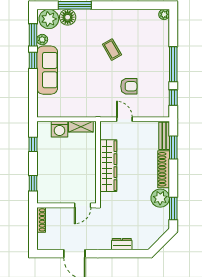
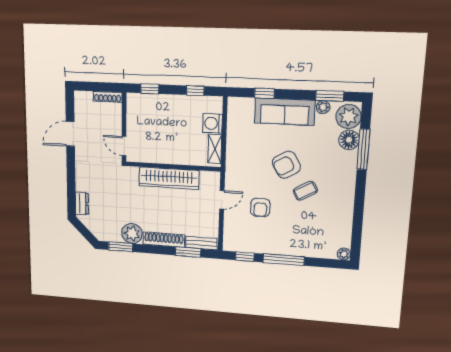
window: (33, 60) -> (264, 93), moved
armchair: (91, 66) -> (286, 165), added
dresser: (122, 244) -> (82, 203), moved

